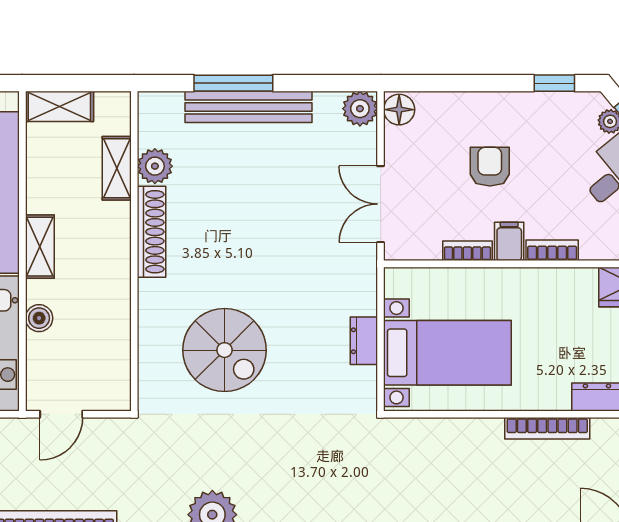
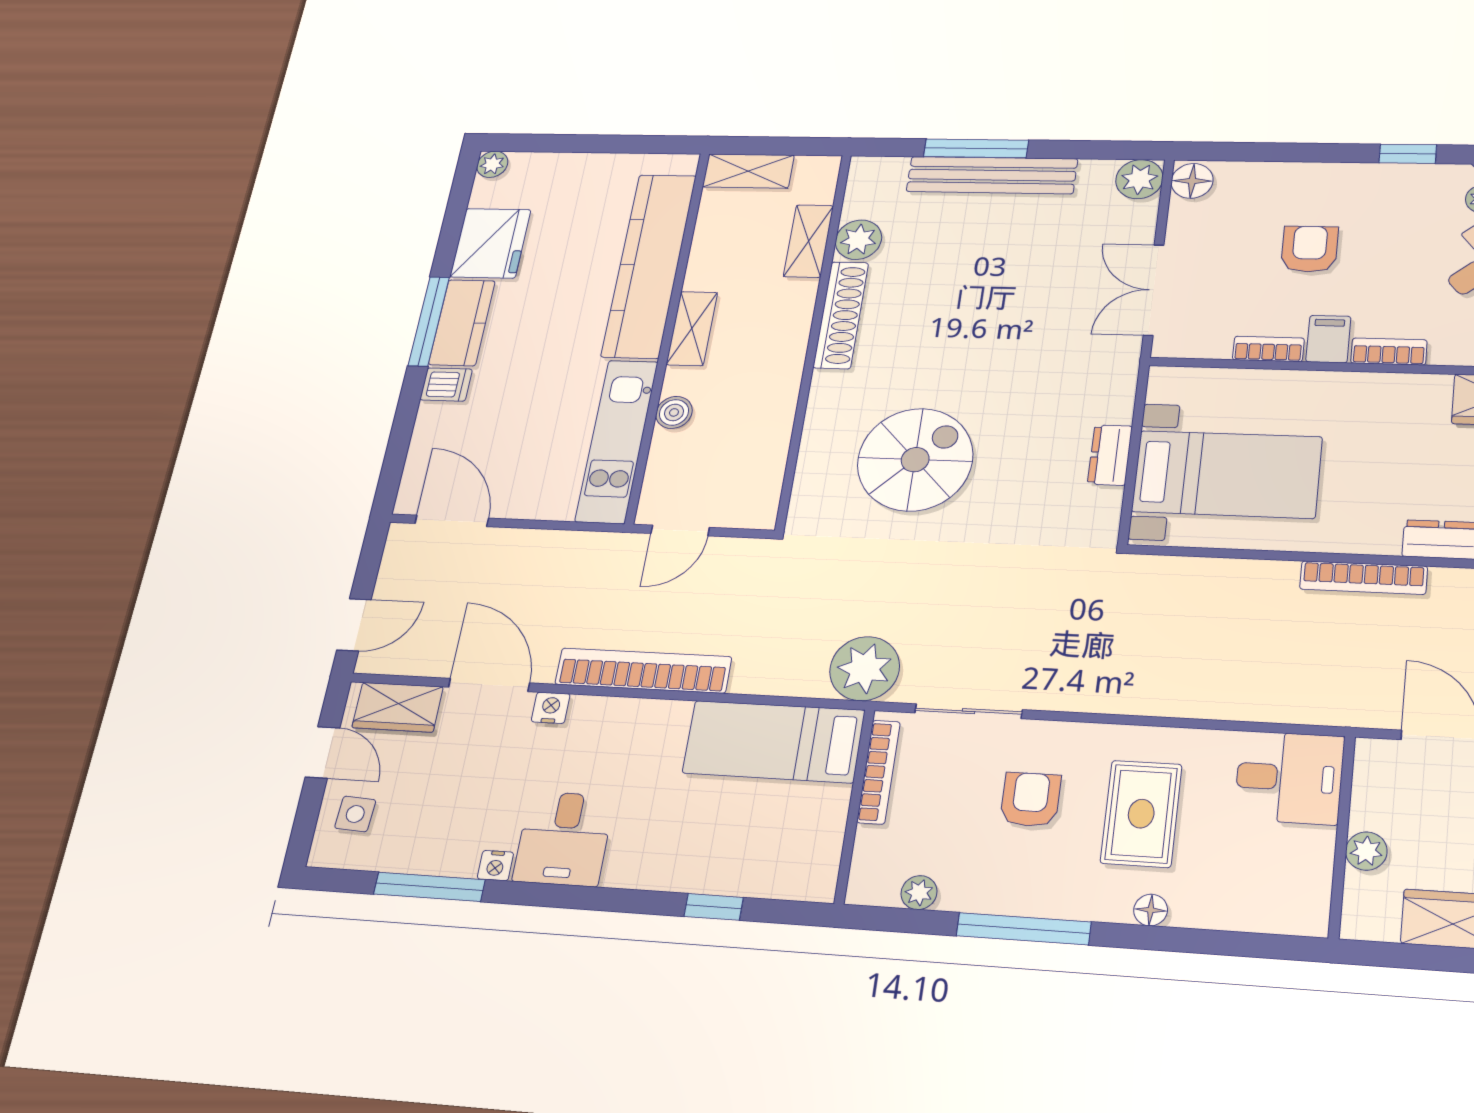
spiral stairs: (225, 350) -> (915, 460), turned -90

